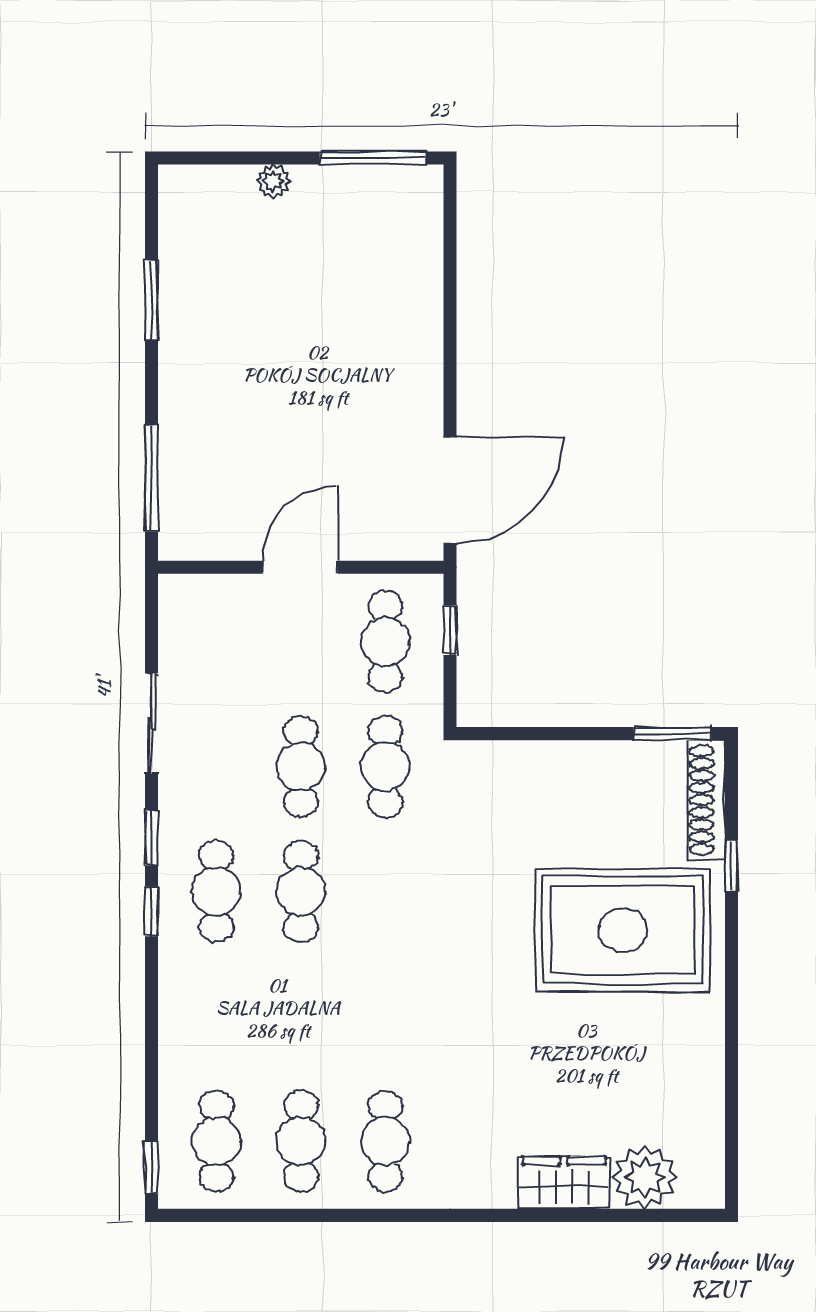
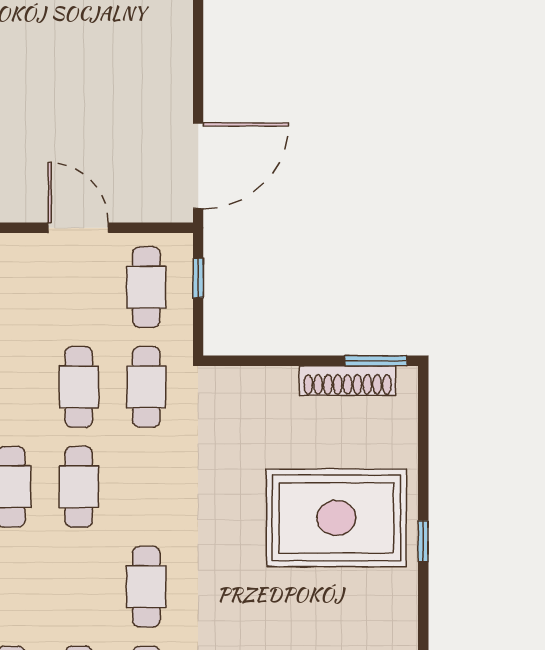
door: (300, 567) -> (78, 228), hinge flipped
shoe rack: (706, 800) -> (348, 381), moved, turned -90
window: (731, 866) -> (423, 541), moved
cafe table: (385, 1016) -> (146, 587), added

